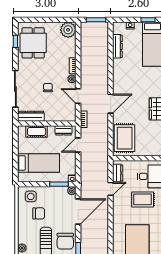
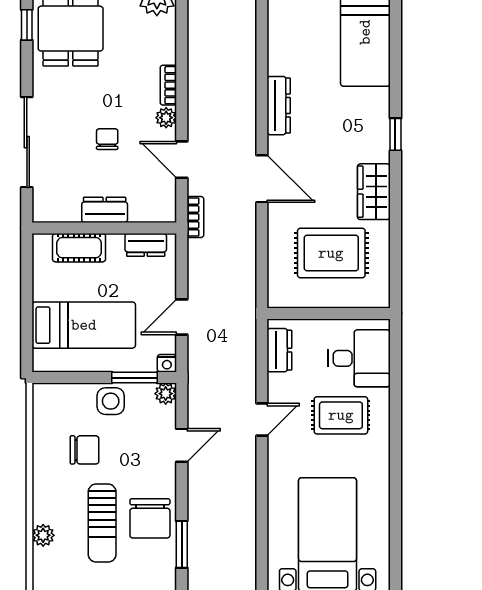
dresser: (117, 46) -> (279, 106), moved
door: (111, 104) -> (262, 179), hinge flipped
dresser: (31, 116) -> (105, 210), moved, width x0.70
rug: (125, 138) -> (331, 253), moved, turned 90
door: (78, 145) -> (182, 317), moved
door: (111, 189) -> (262, 420), moved
side table: (31, 196) -> (111, 401), moved
door: (78, 212) -> (182, 445), width x0.53

